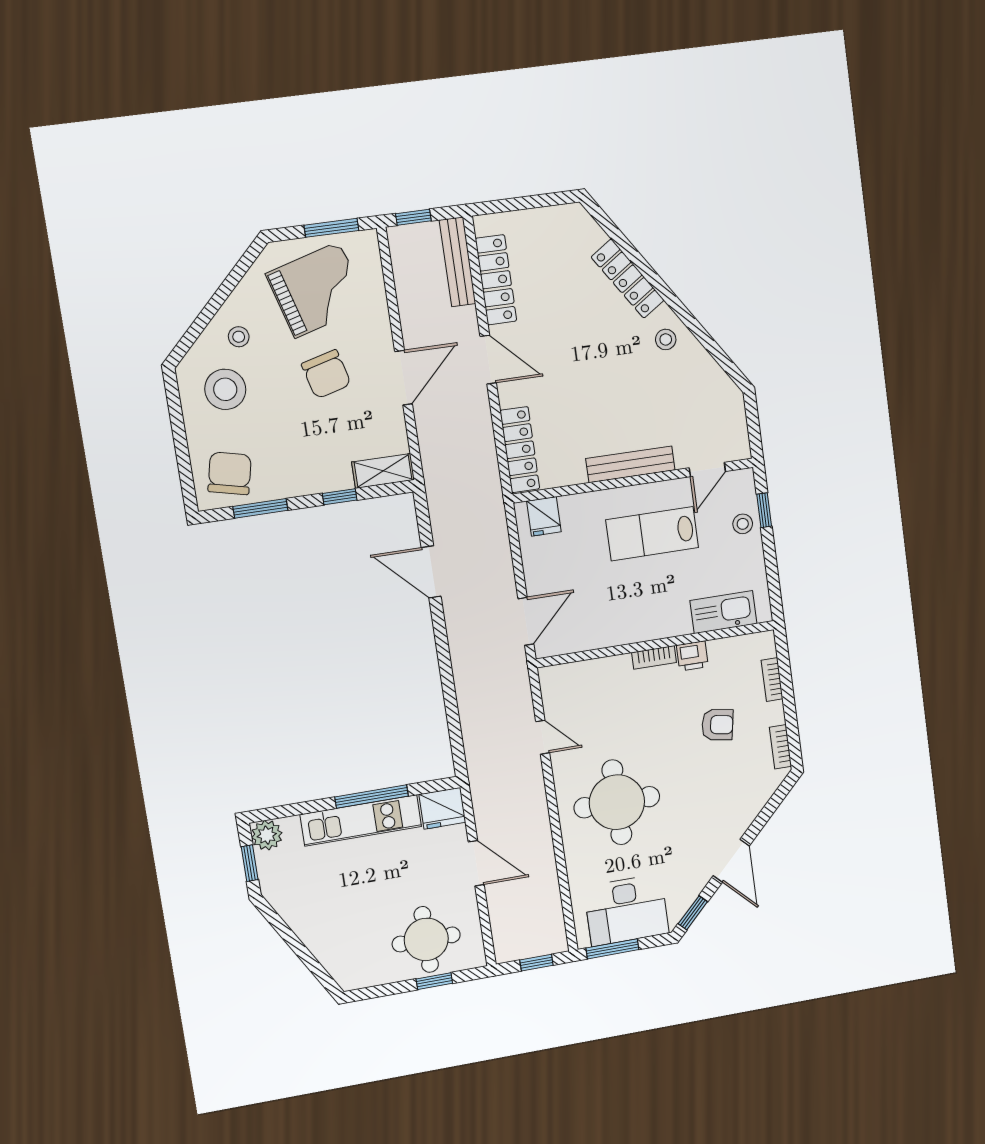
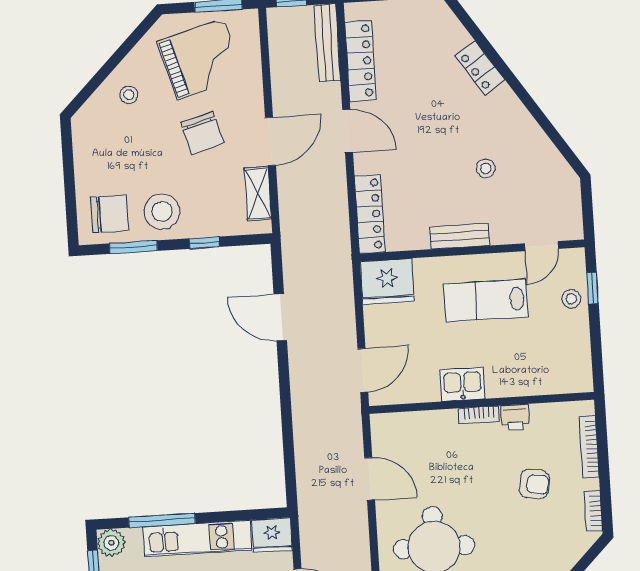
locker: (628, 279) -> (480, 68), width x0.66
stool: (666, 339) -> (486, 168), moved
stool: (225, 389) -> (162, 211), moved
bench: (630, 464) -> (460, 236), width x0.73
shelving: (383, 471) -> (258, 194), moved, turned 90
chair: (230, 473) -> (109, 214), turned 77
fridge: (544, 516) -> (387, 282), width x1.88, depth x1.34
kitchen sink: (723, 612) -> (462, 384), moved, width x0.73
bookcase: (772, 680) -> (589, 447), width x1.56
door: (543, 737) -> (370, 479), width x1.38
window: (372, 797) -> (162, 520), moved

